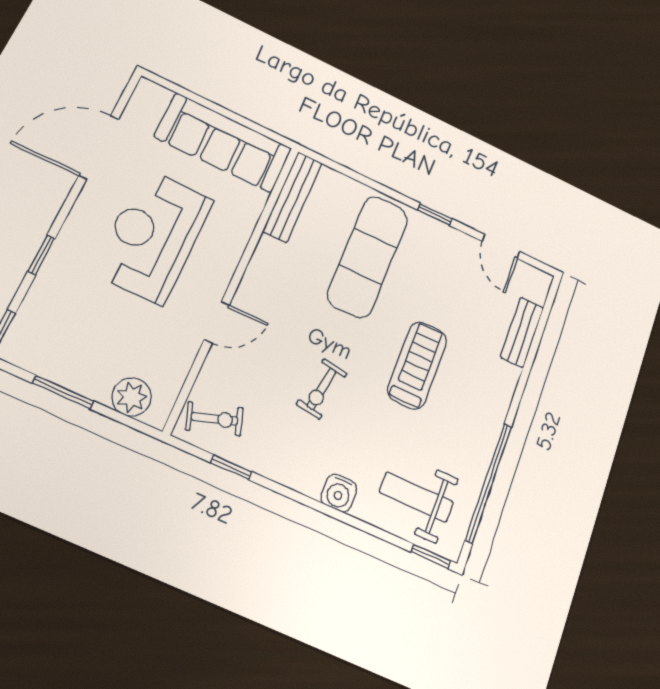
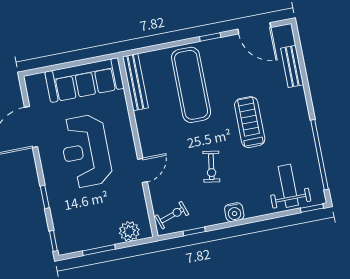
door: (501, 246) -> (254, 28), width x1.38
water cooler: (339, 493) -> (234, 212), moved
weight bench: (416, 497) -> (288, 186), turned 90

